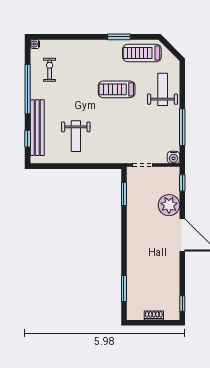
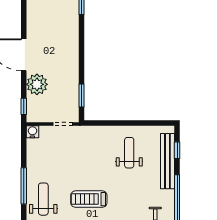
treadmill: (117, 89) -> (89, 199), turned 180
weight bench: (163, 89) -> (43, 199), turned 180
window: (182, 127) -> (24, 186), moved

